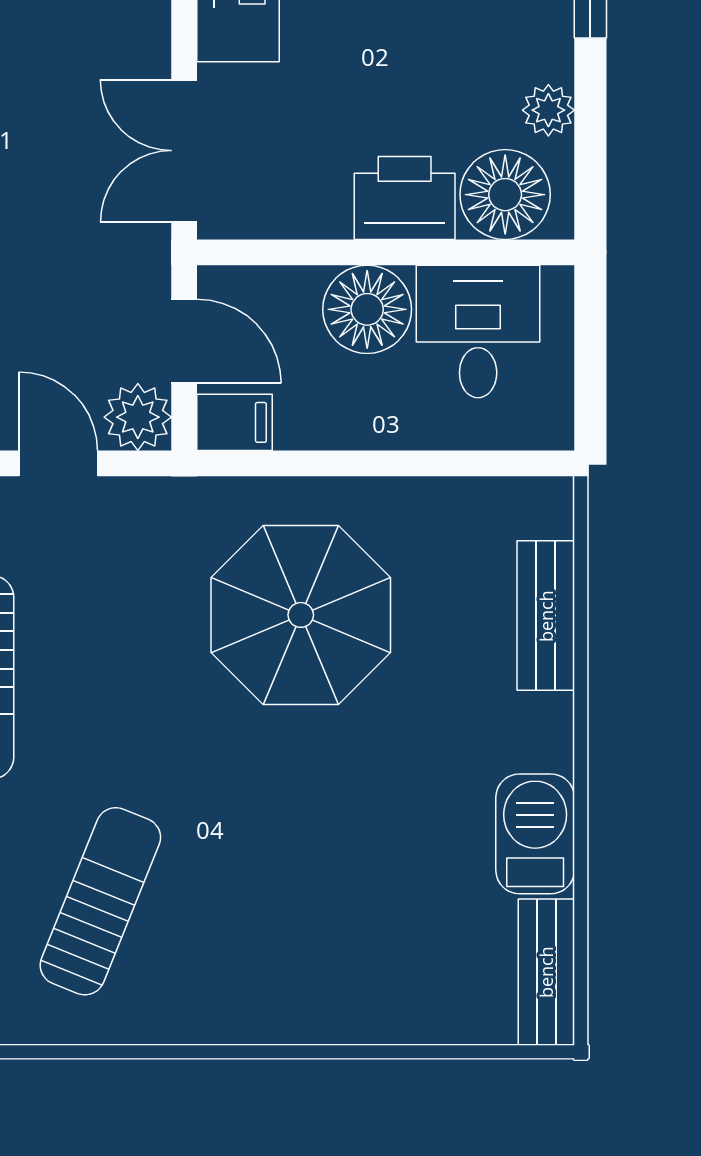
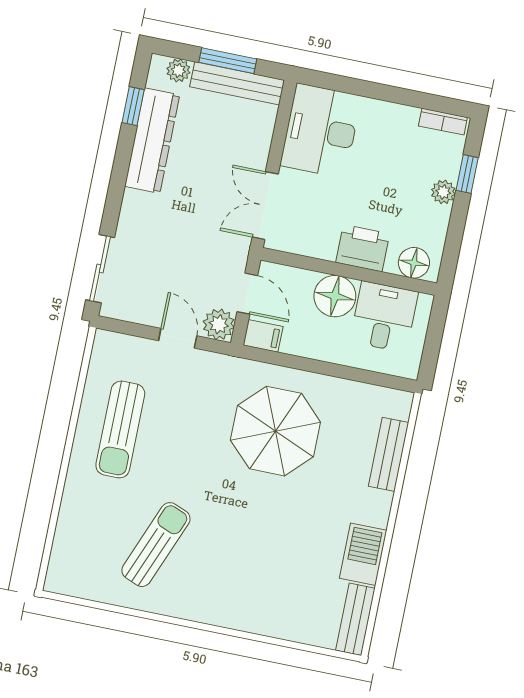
plant: (548, 110) -> (443, 192), moved
floor lamp: (505, 195) -> (414, 263), width x0.73, depth x0.73

